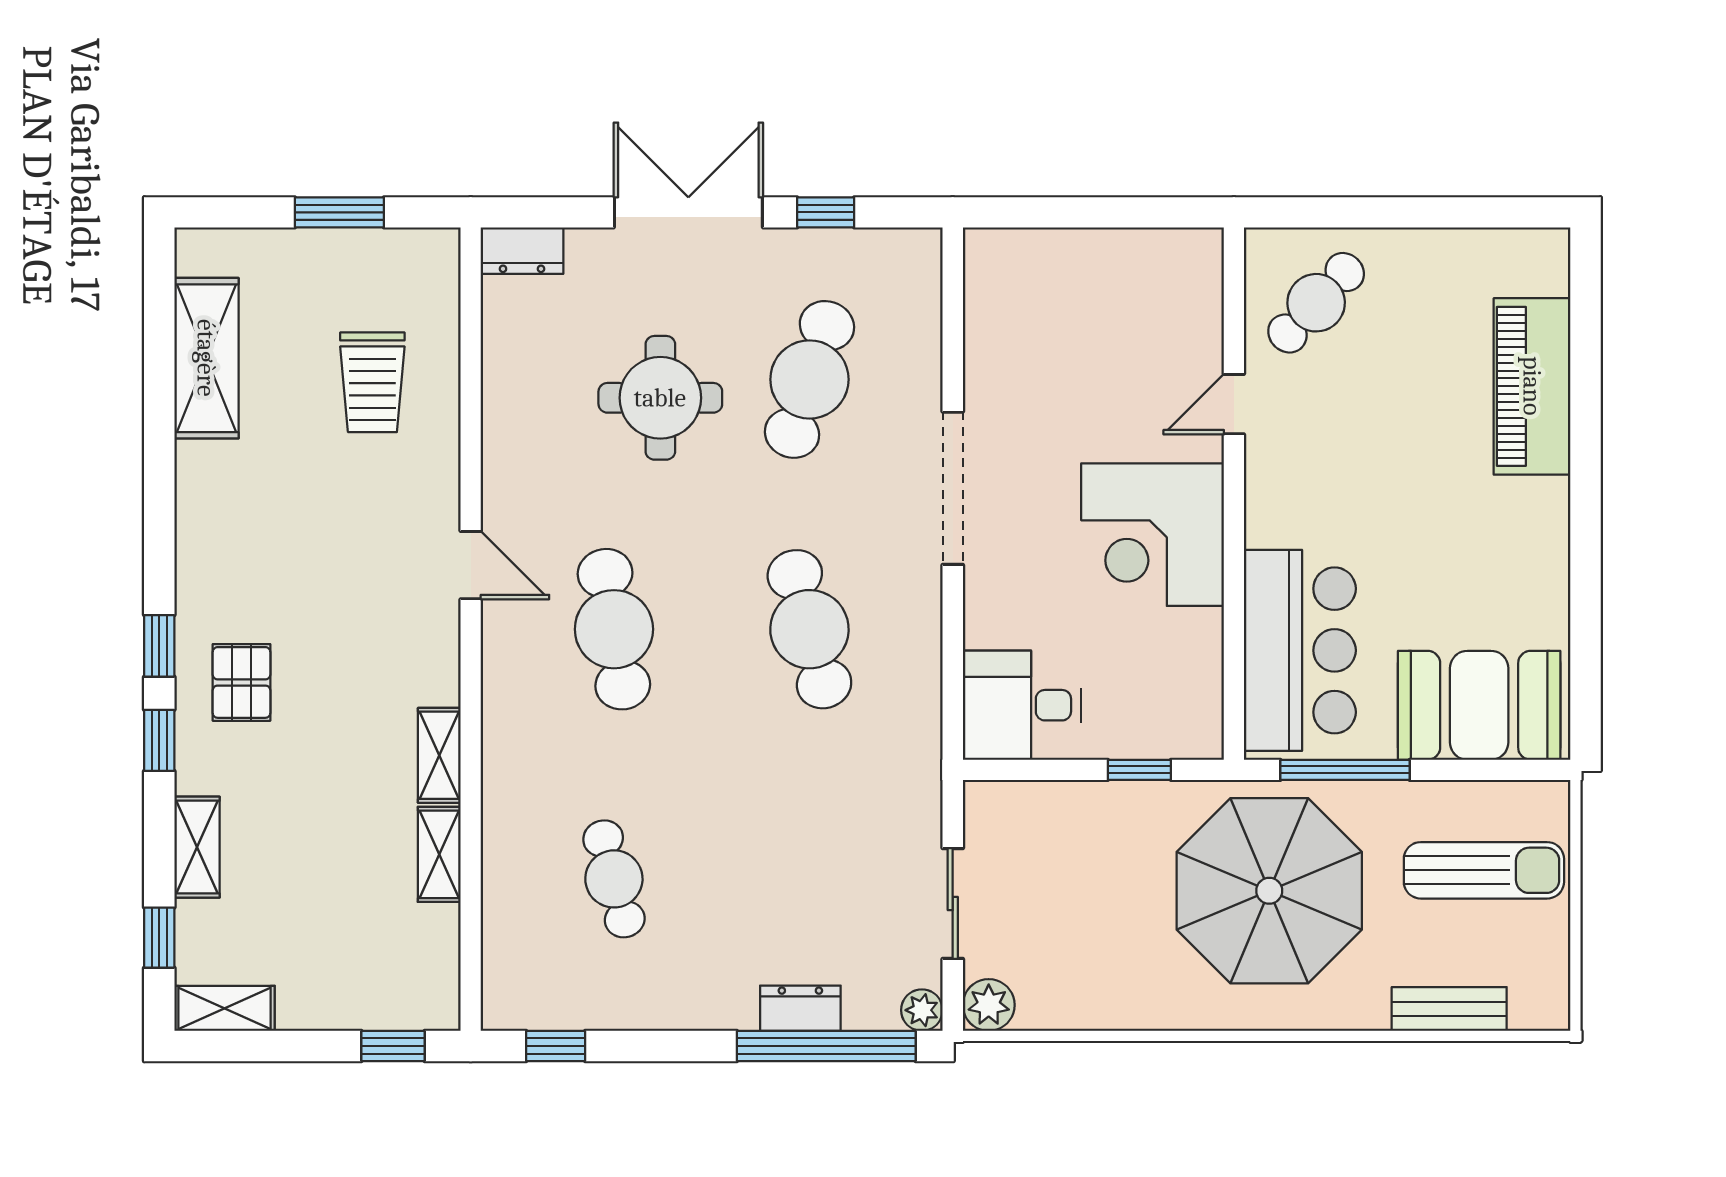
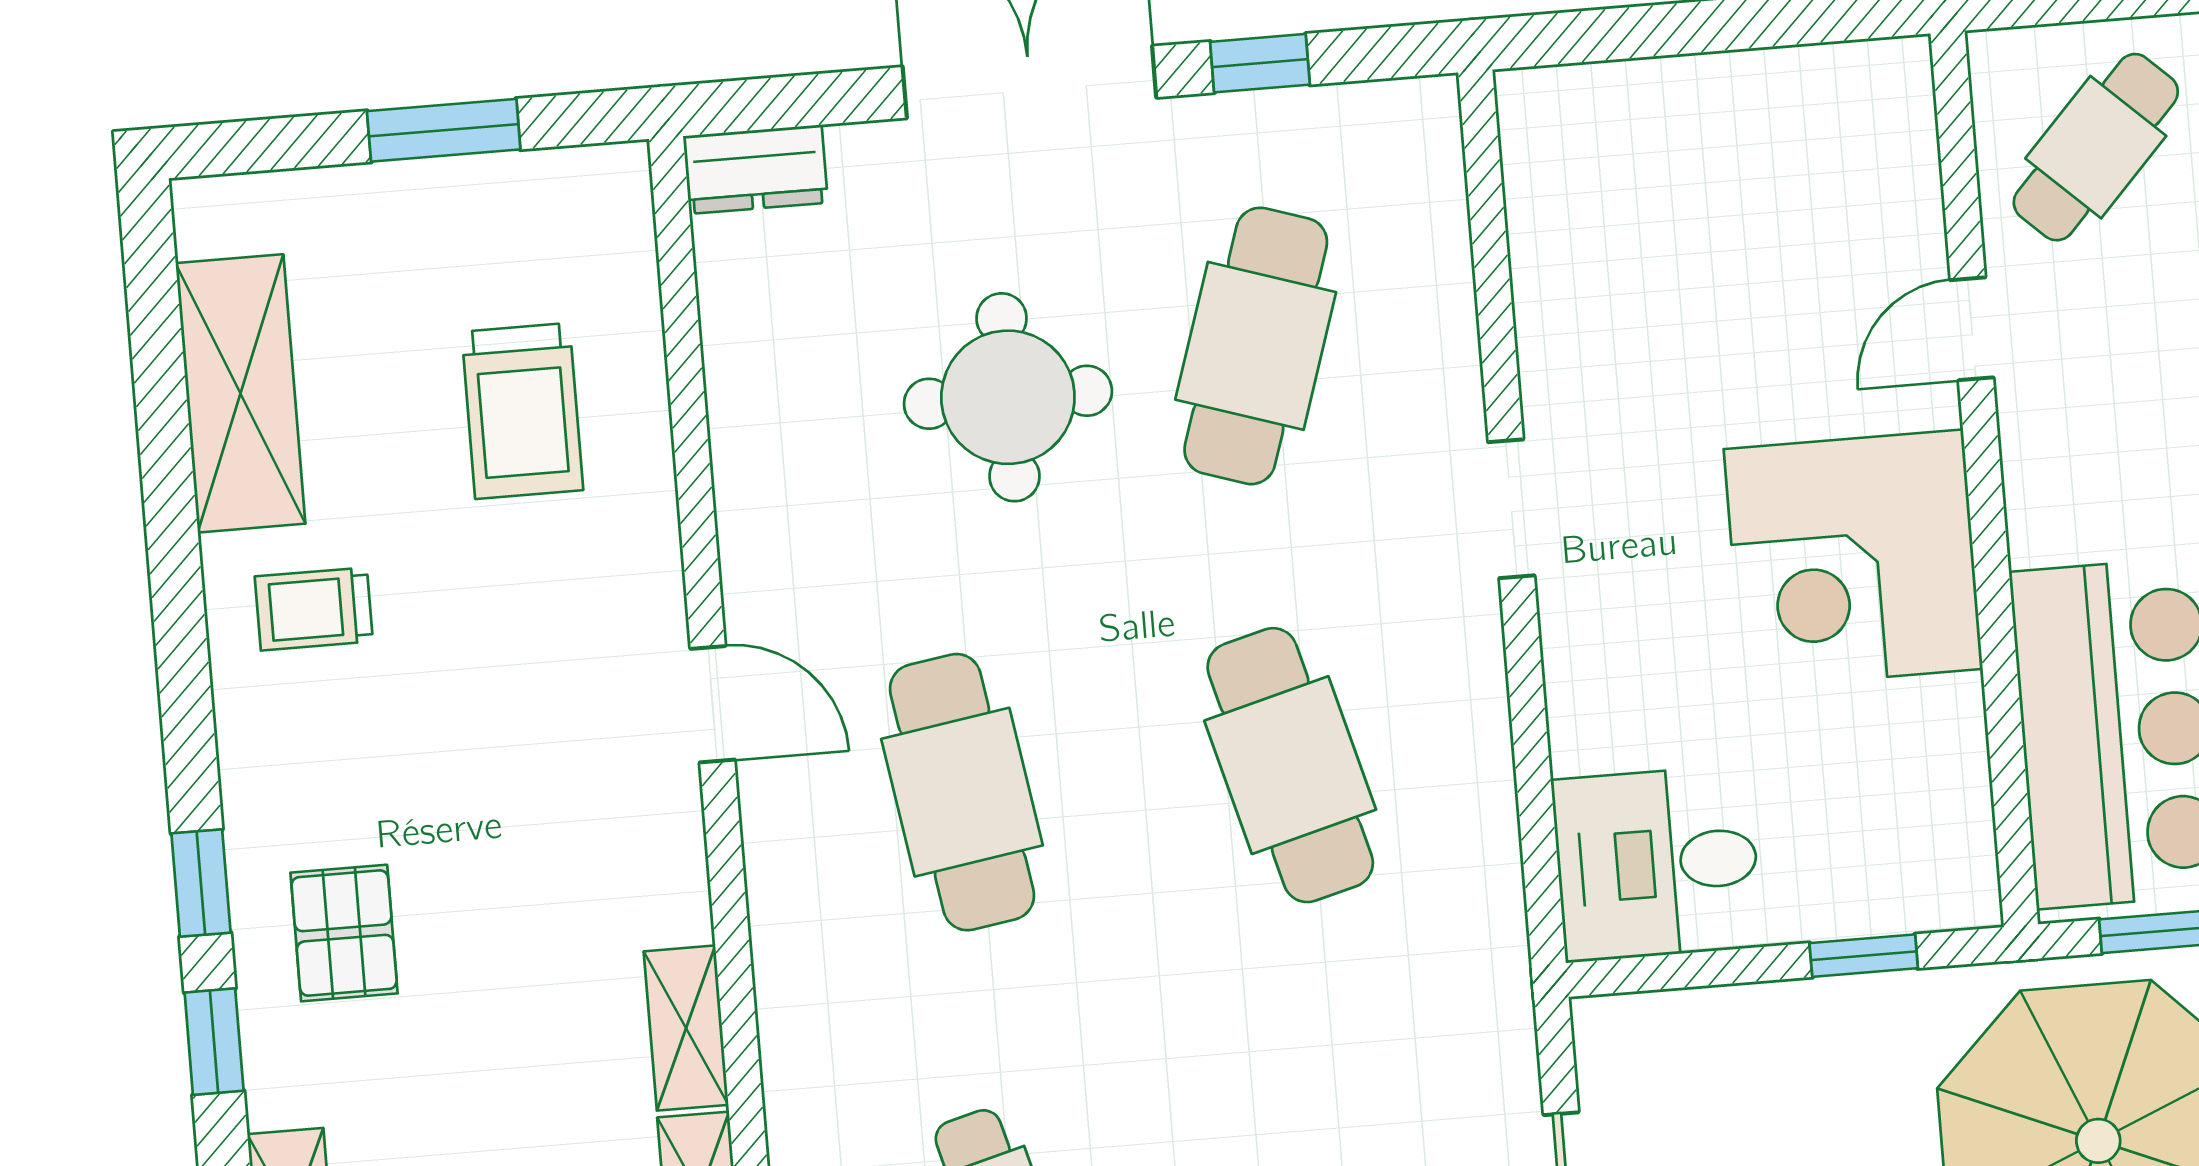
doorway: (953, 488) -> (1511, 509), width x0.53
trolley: (239, 489) -> (314, 609), added

